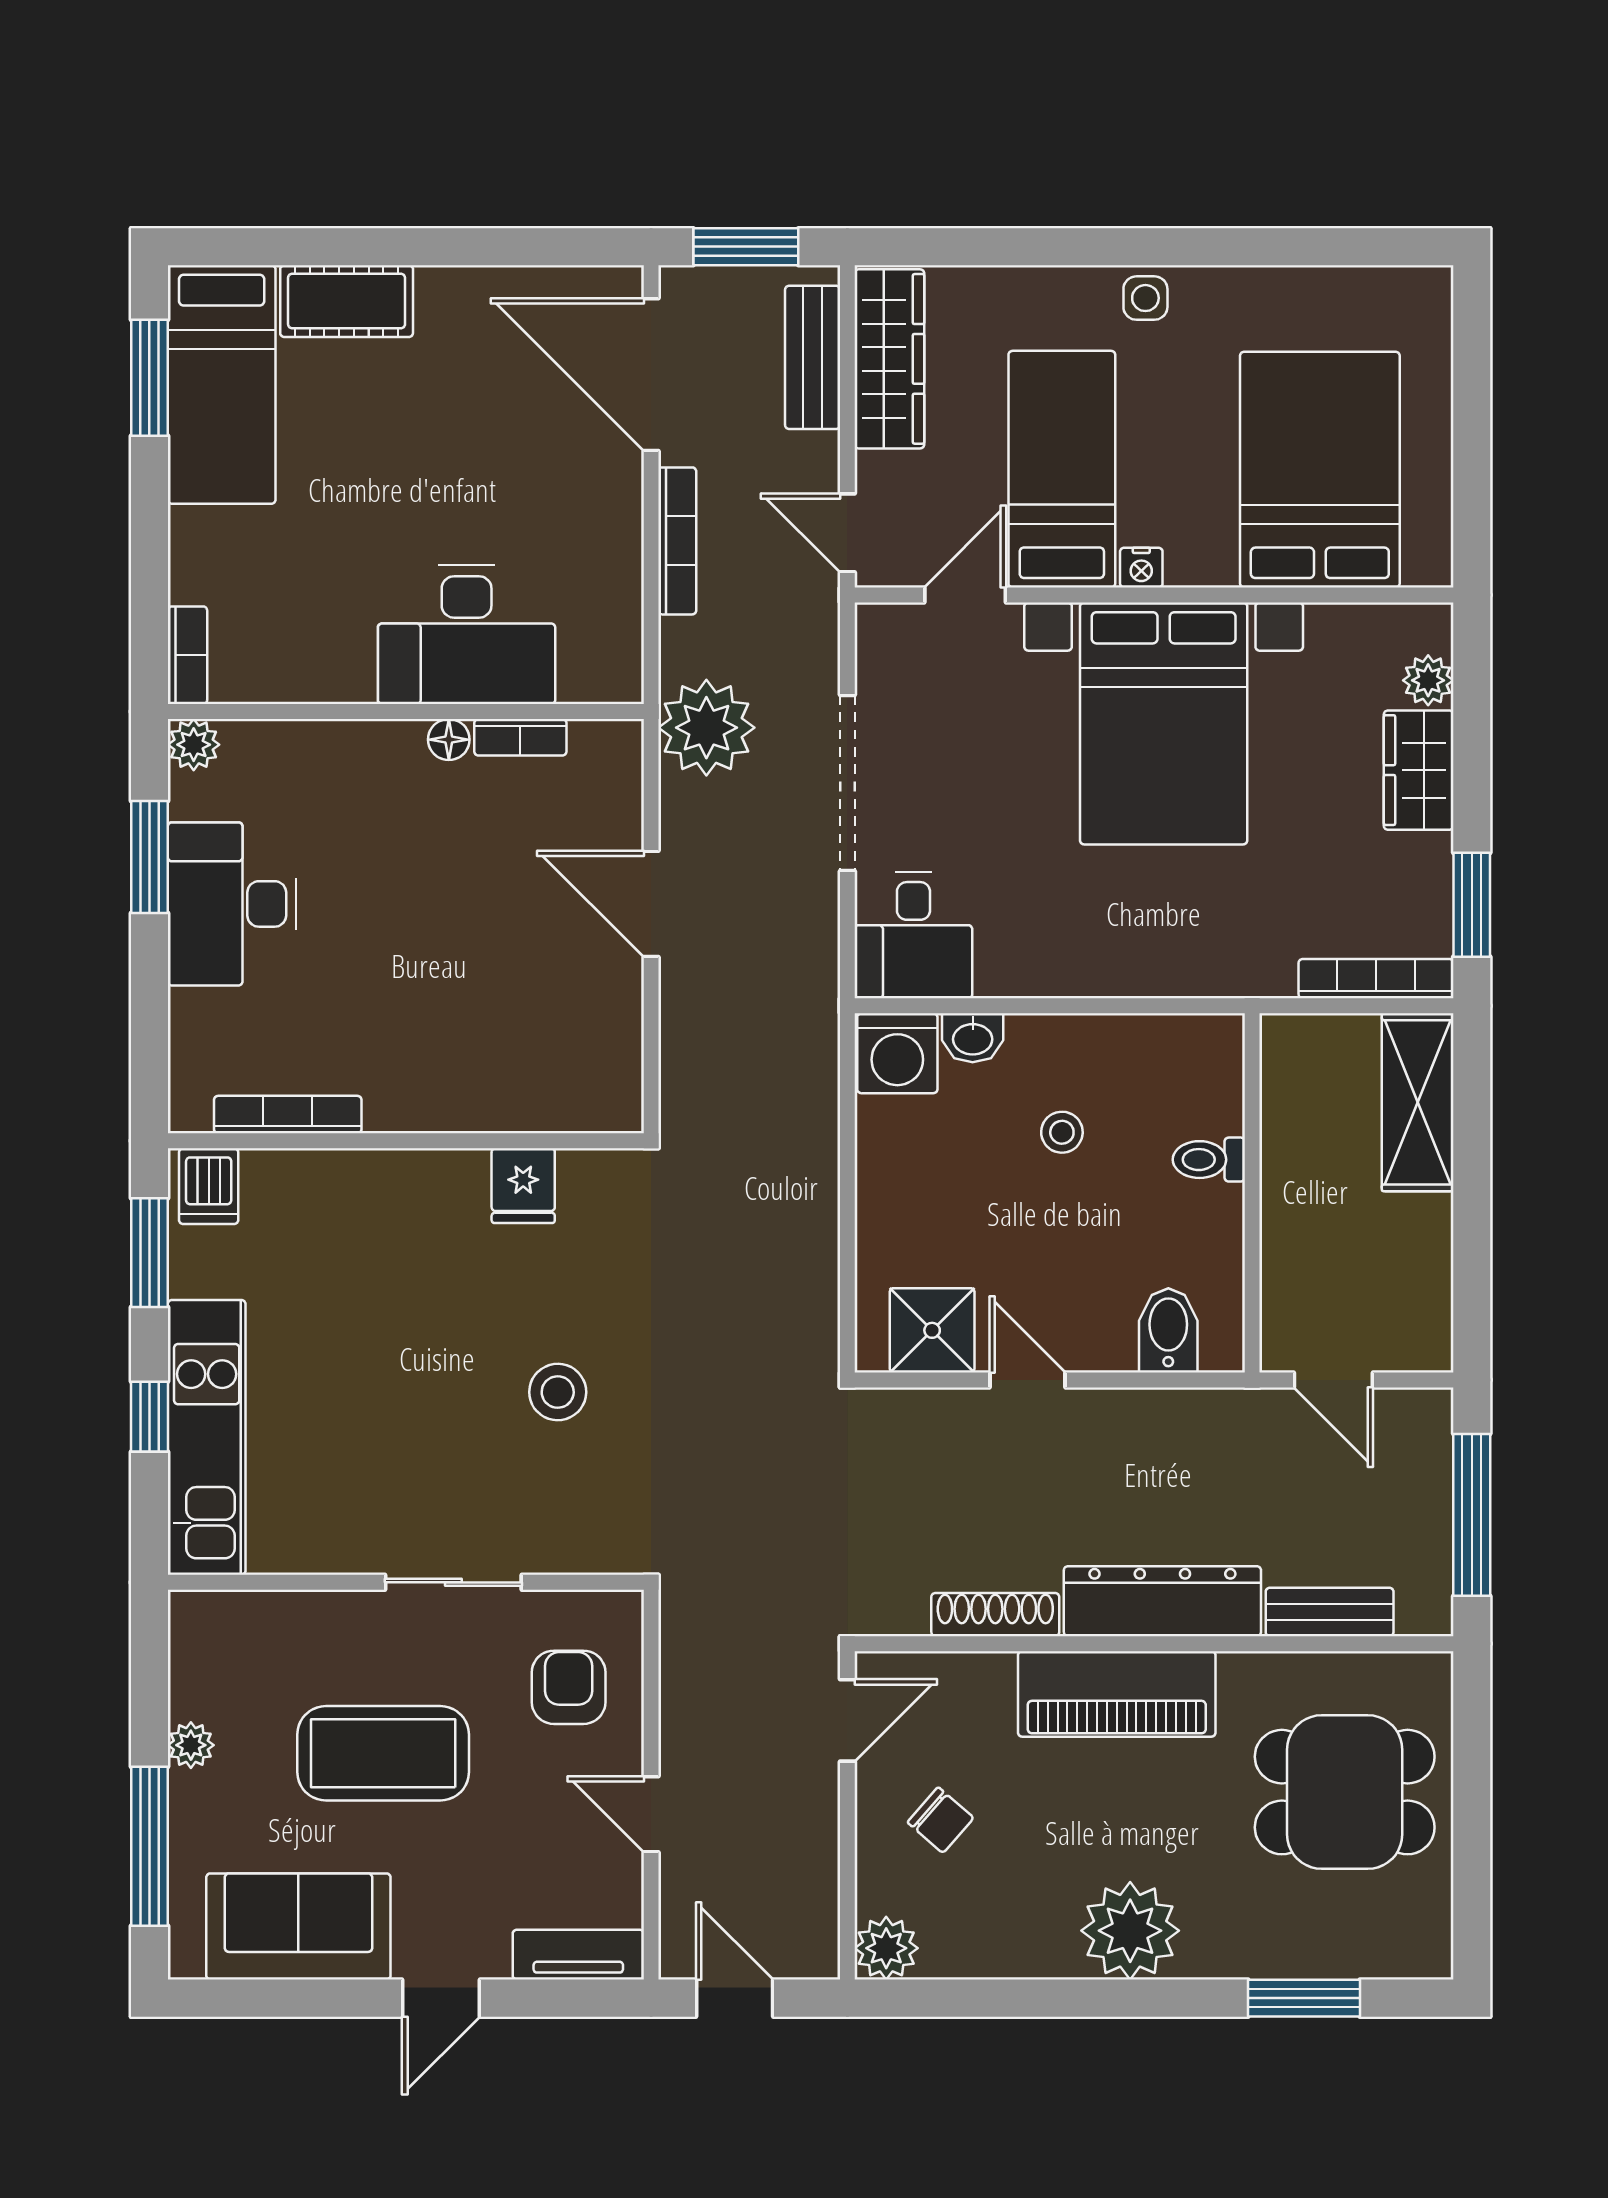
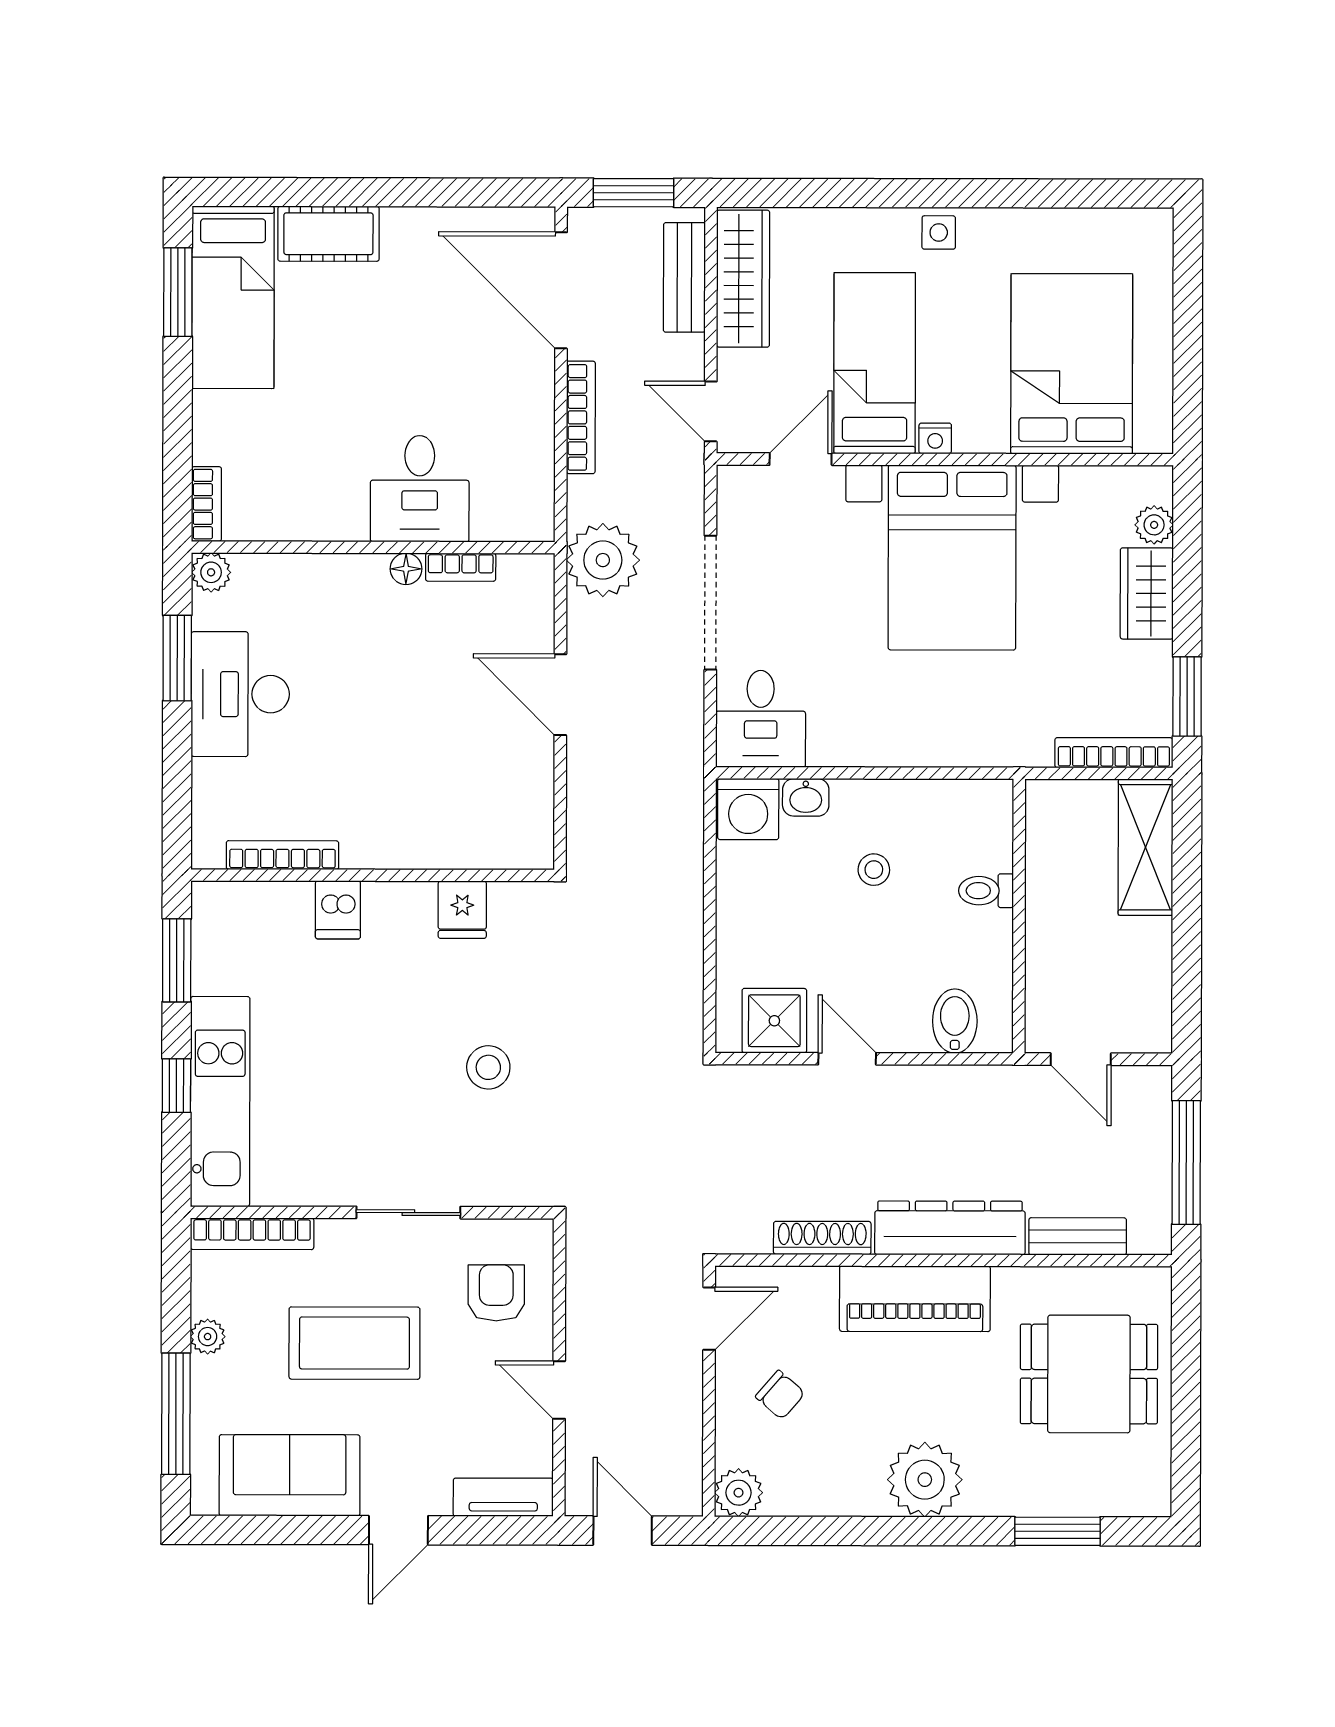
desk: (467, 635) -> (420, 489), width x0.73
dishwasher: (209, 1186) -> (338, 910), moved
bookcase: (249, 1610) -> (252, 1234), added

